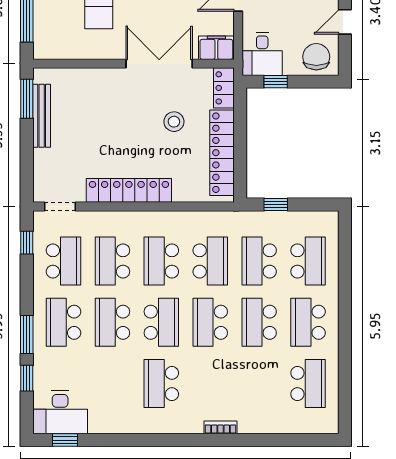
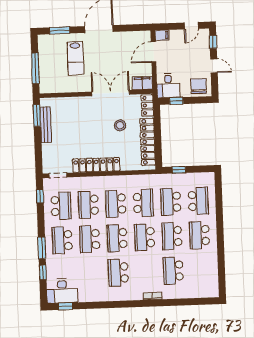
door: (345, 22) -> (214, 66), swing flipped
school desk: (161, 322) -> (117, 238), turned 180
school desk: (308, 384) -> (173, 271), moved, turned 180

